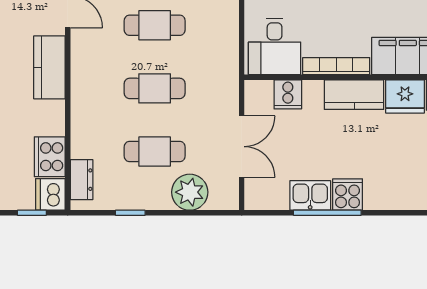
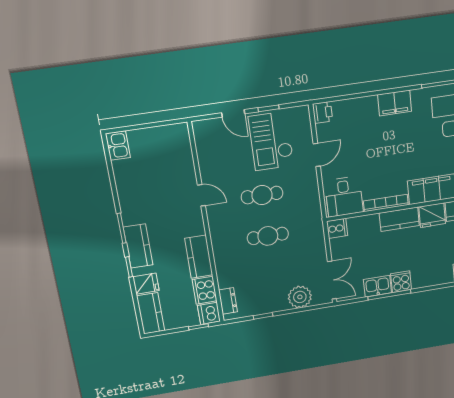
kitchen counter: (49, 67) -> (199, 257), moved
cooker: (288, 94) -> (337, 228), moved, turned -90
double door: (242, 147) -> (332, 280), moved
cafe table: (155, 152) -> (274, 276), removed

